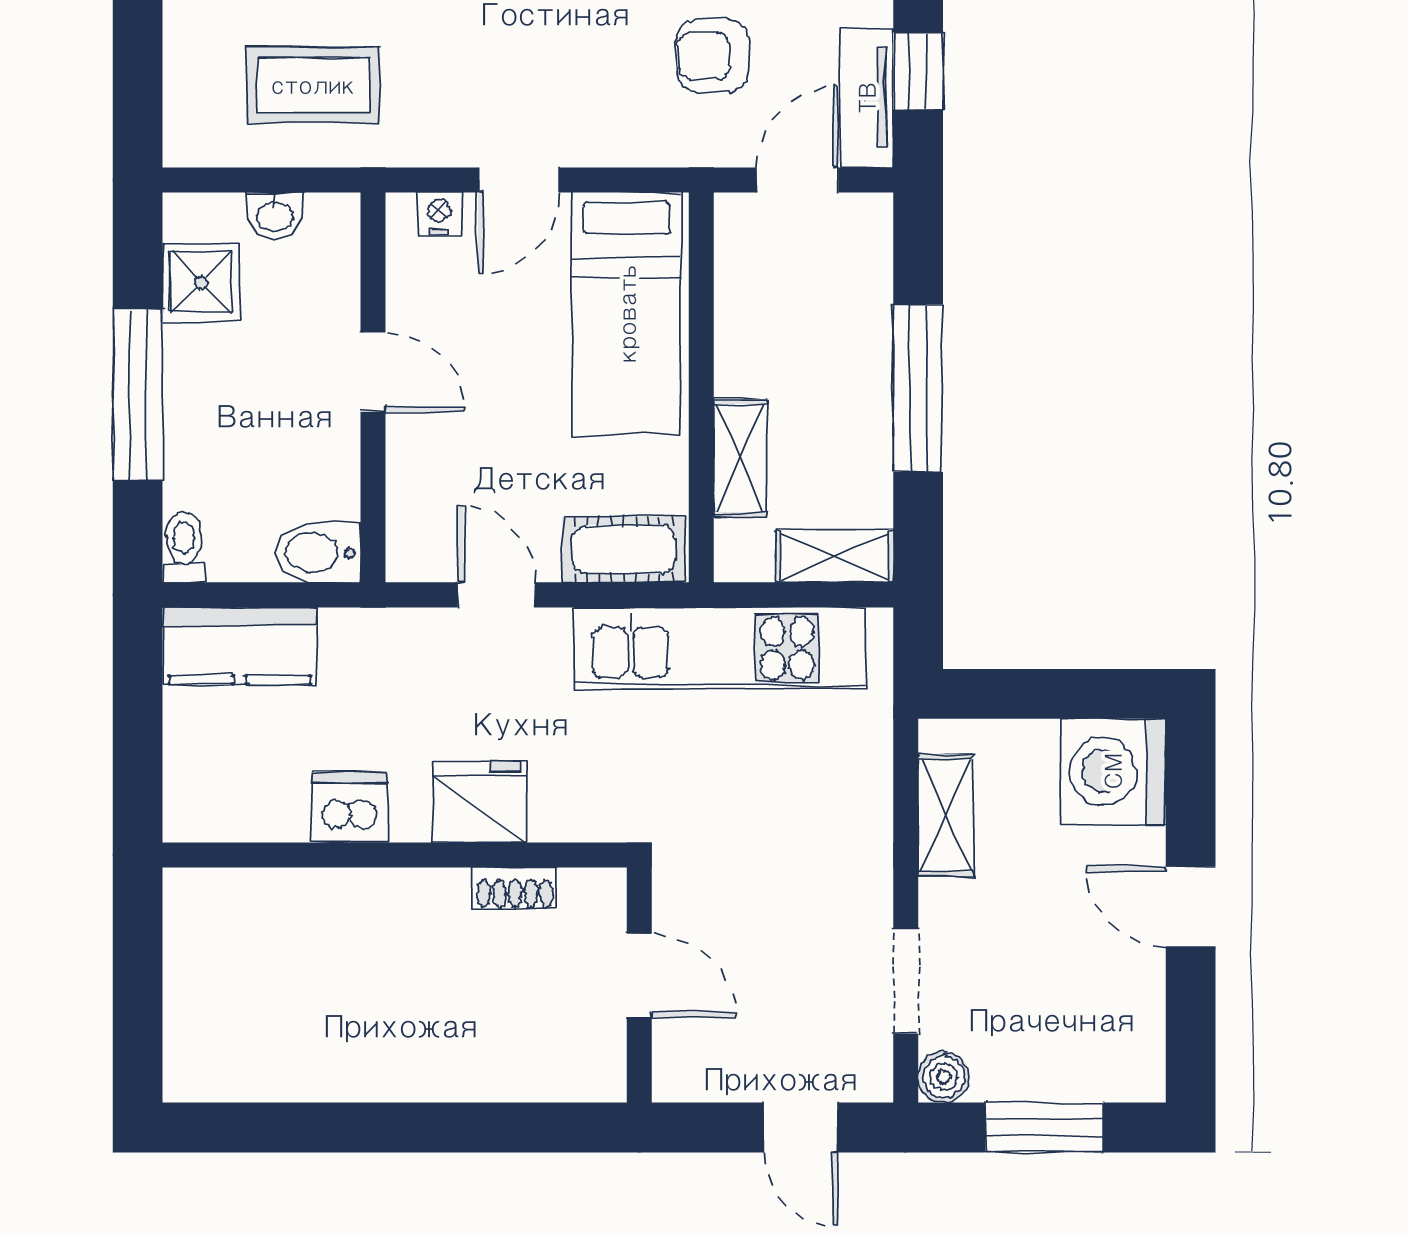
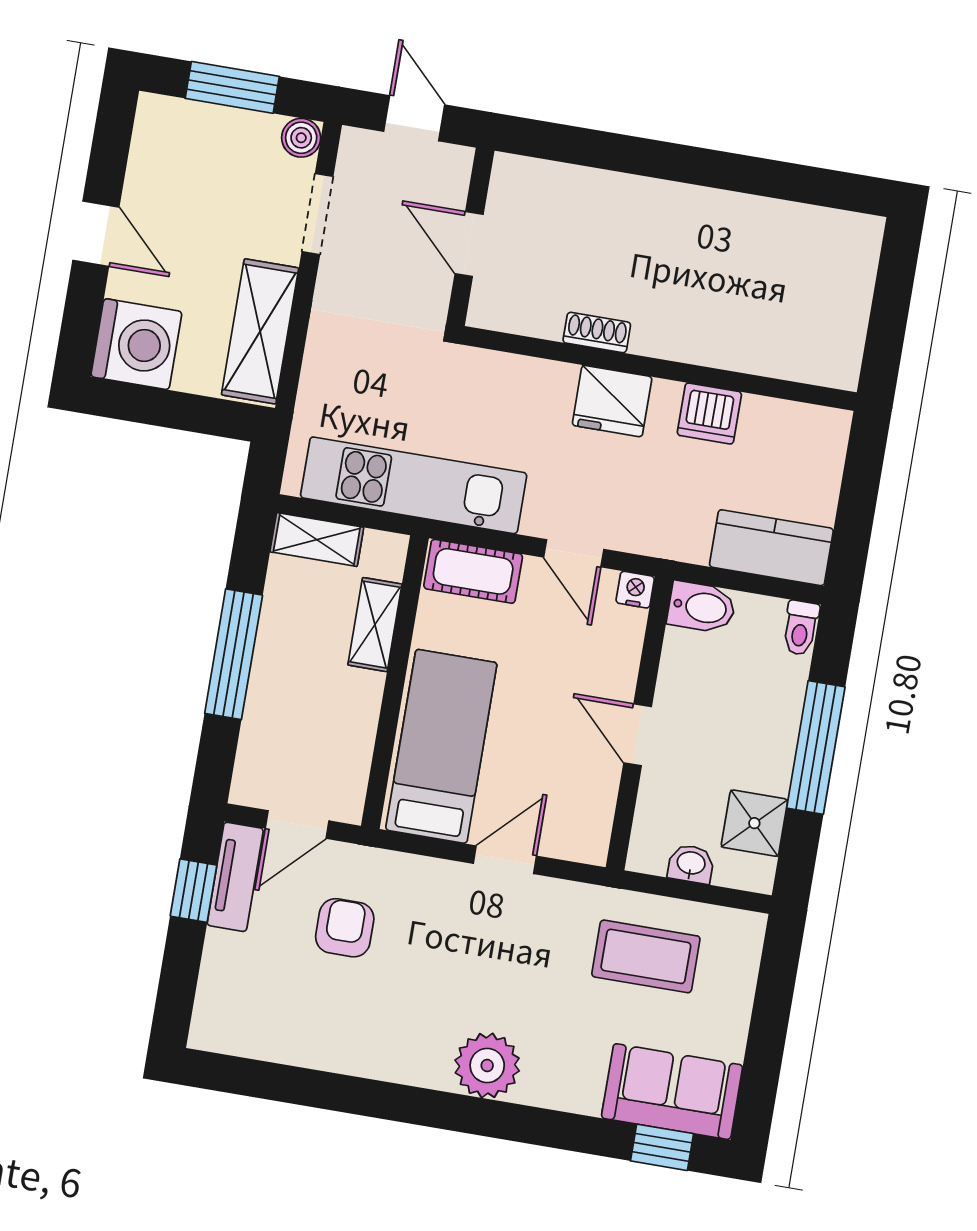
armchair: (713, 56) -> (345, 928), turned -90
nightstand: (439, 214) -> (635, 590), moved, turned 180
shelving: (945, 815) -> (260, 331), width x1.50, depth x1.33
door: (639, 975) -> (469, 244), moved
wall: (639, 985) -> (470, 237), moved

